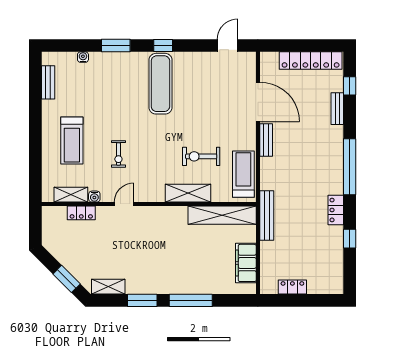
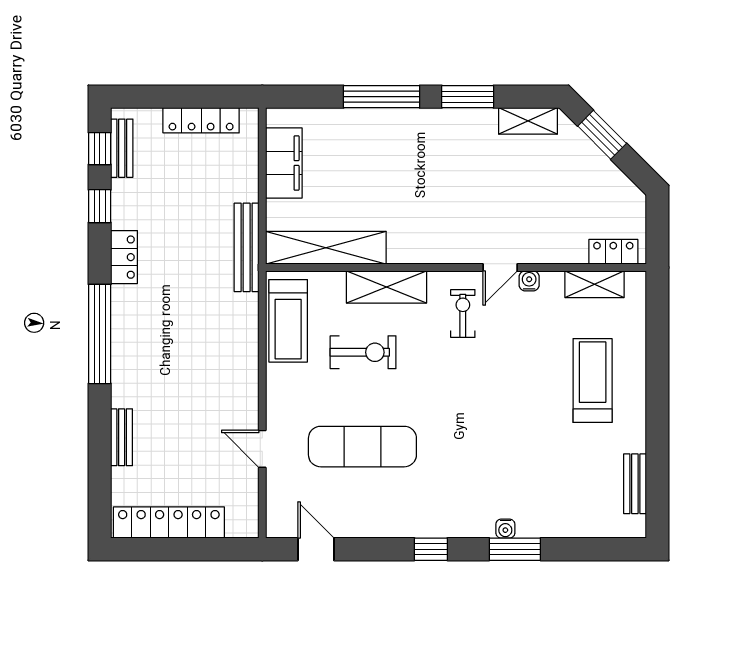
door: (228, 45) -> (316, 549), swing flipped
water cooler: (83, 57) -> (505, 529), moved
exercise mat: (160, 84) -> (362, 447), moved, turned 90
window: (350, 86) -> (100, 149), moved
door: (258, 102) -> (262, 449), width x0.53
bench: (266, 140) -> (122, 148), moved
exercise bike: (118, 154) -> (463, 313), moved
water cooler: (94, 197) -> (529, 281), moved
locker: (81, 213) -> (613, 252), moved
locker: (292, 287) -> (201, 120), width x1.53

